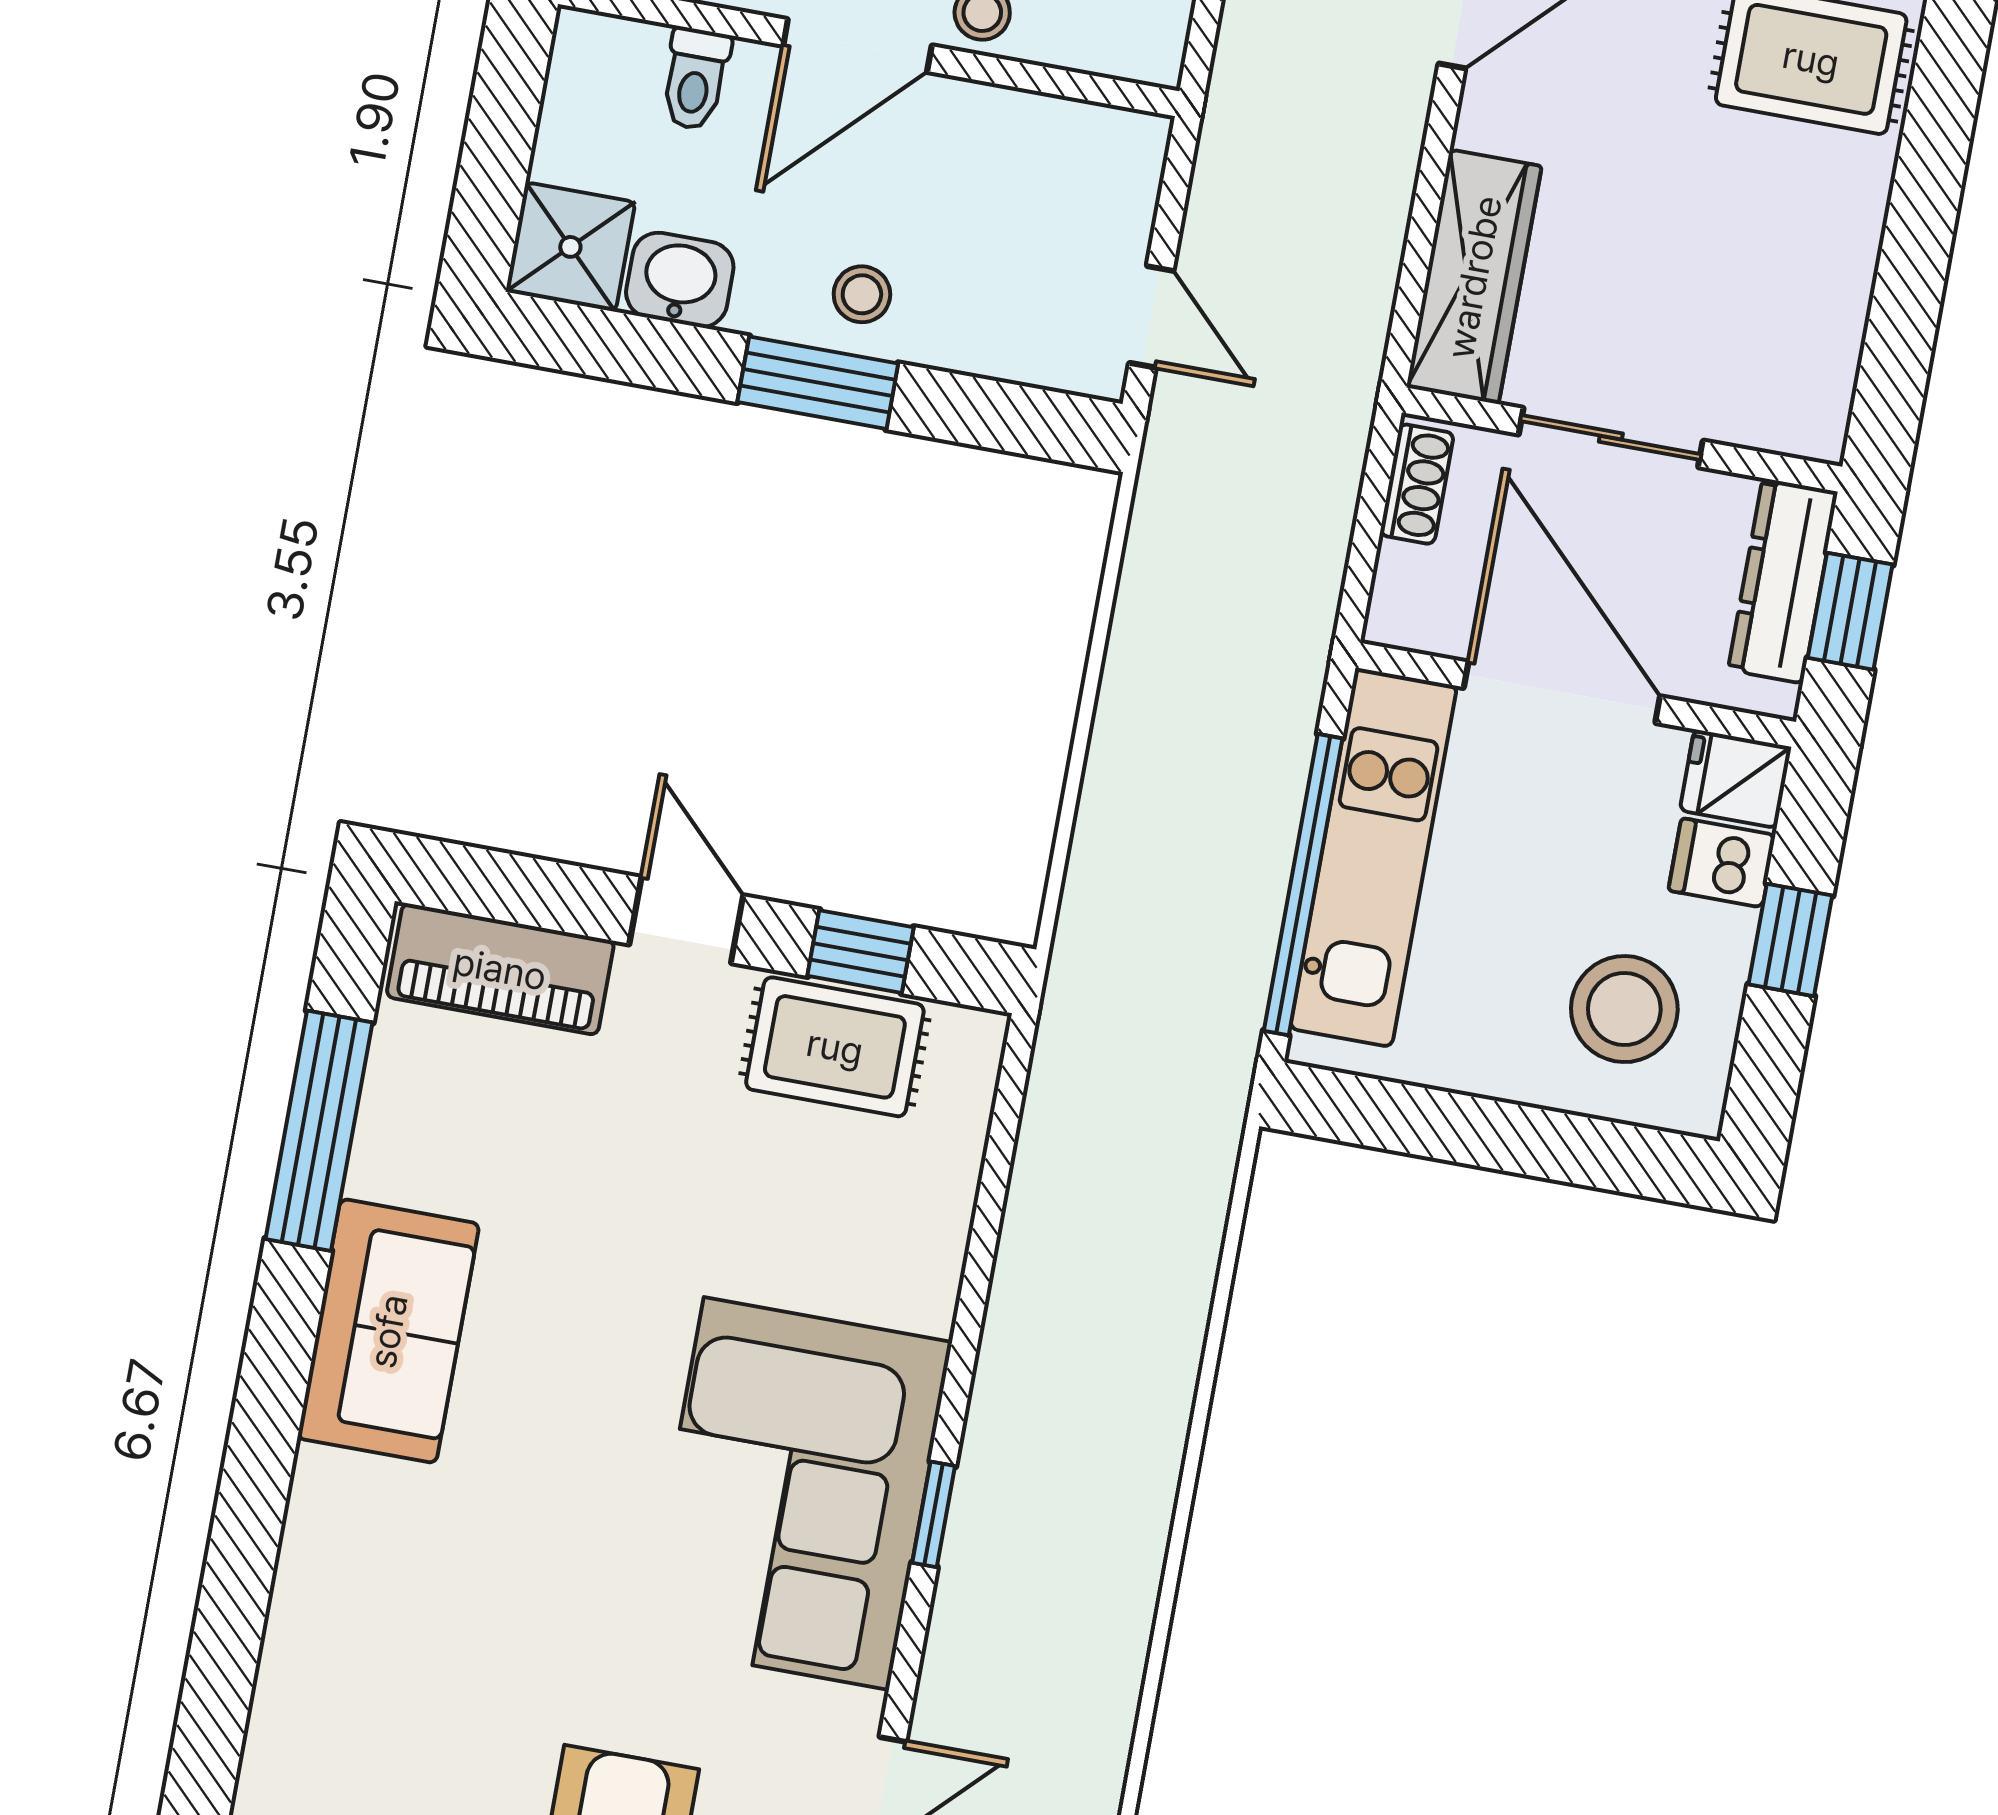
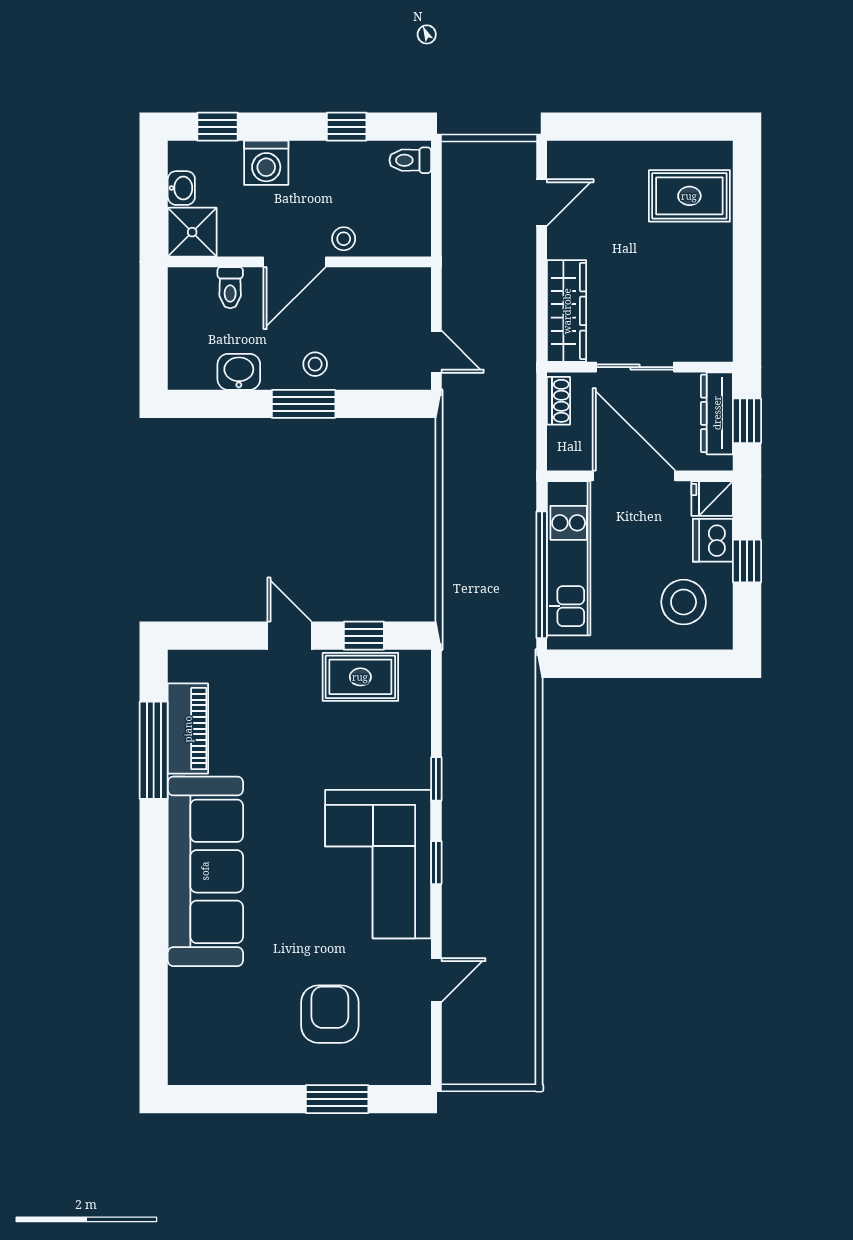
shower: (570, 247) -> (191, 366), removed
dishwasher: (1722, 863) -> (713, 540), width x1.38
piano: (500, 969) -> (188, 729), moved, turned -90
window: (969, 1318) -> (436, 779), added
sofa: (388, 1331) -> (205, 871), width x1.85, depth x1.27

